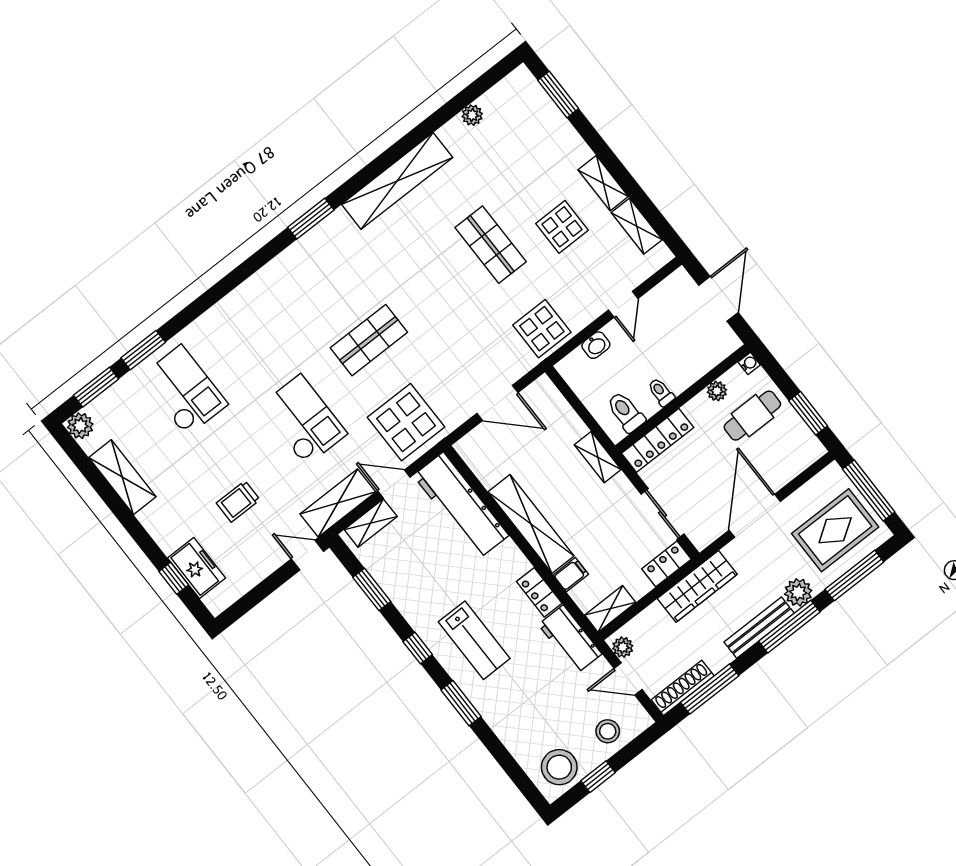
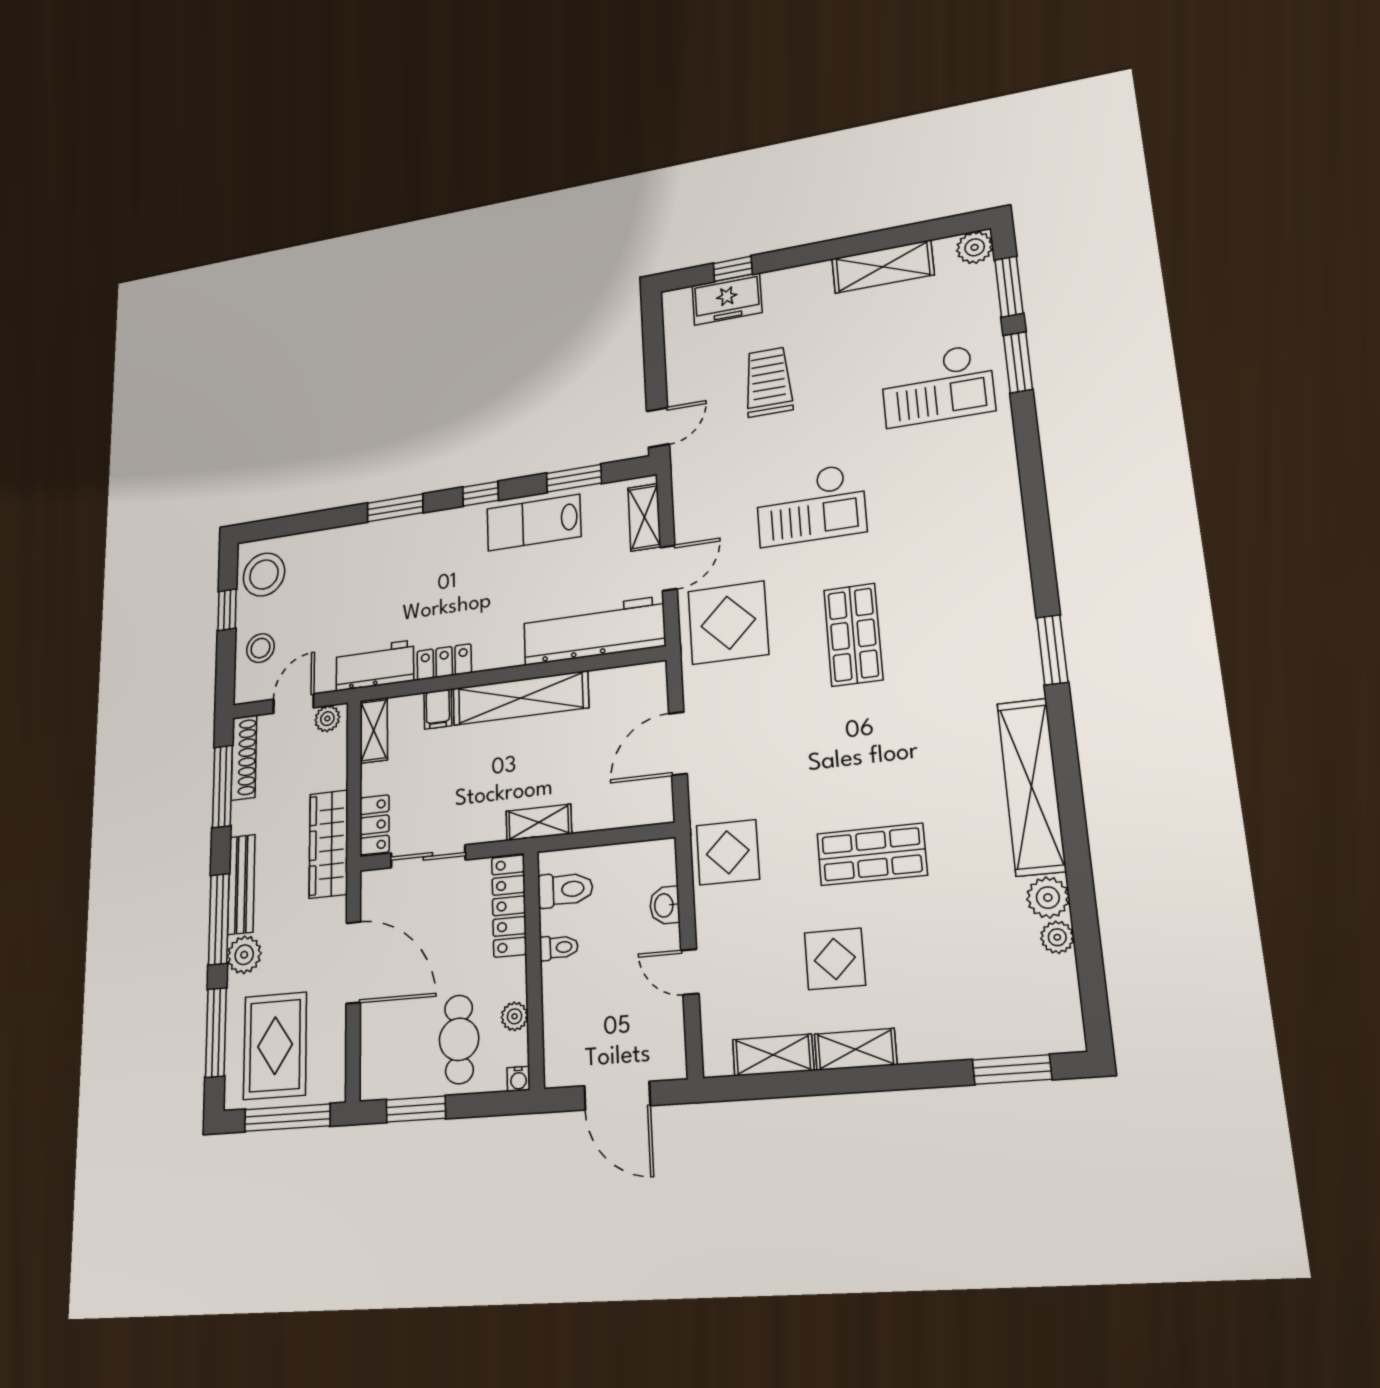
plant: (454, 133) -> (1048, 898), added
trolley: (238, 501) -> (768, 382), width x1.36, depth x1.39
shelving: (338, 503) -> (691, 493), removed
lab bench: (474, 640) -> (534, 523), moved

